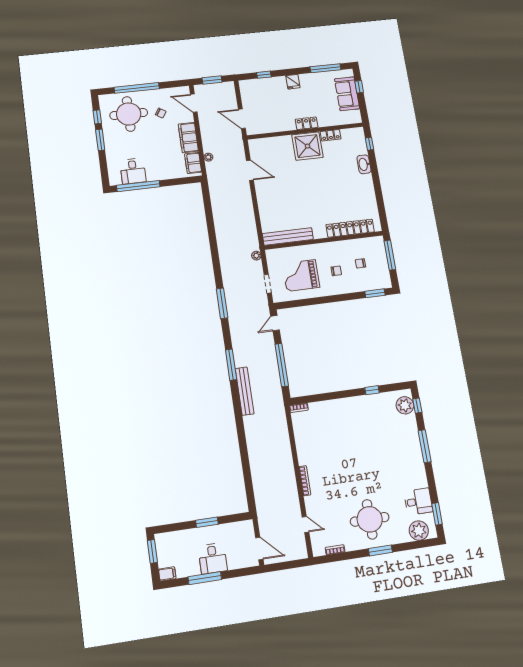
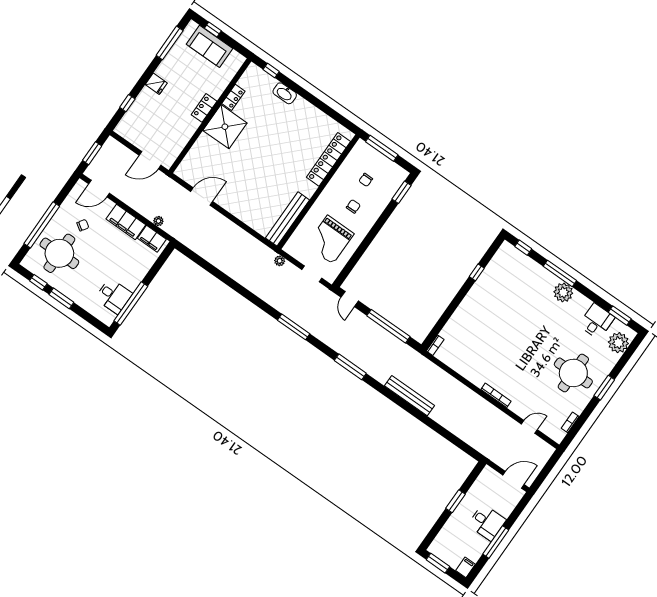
bench: (245, 391) -> (410, 396), moved
plant: (405, 405) -> (563, 292), moved

